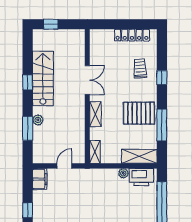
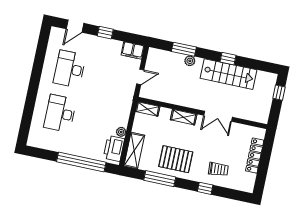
locker: (132, 35) -> (255, 156), moved
pallet: (139, 113) -> (176, 159), turned 90
door: (64, 166) -> (140, 77), hinge flipped

